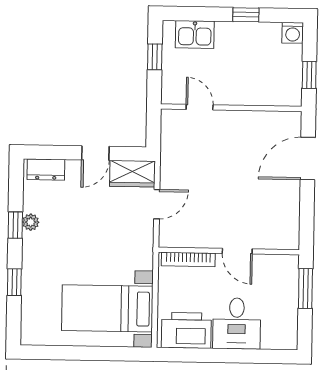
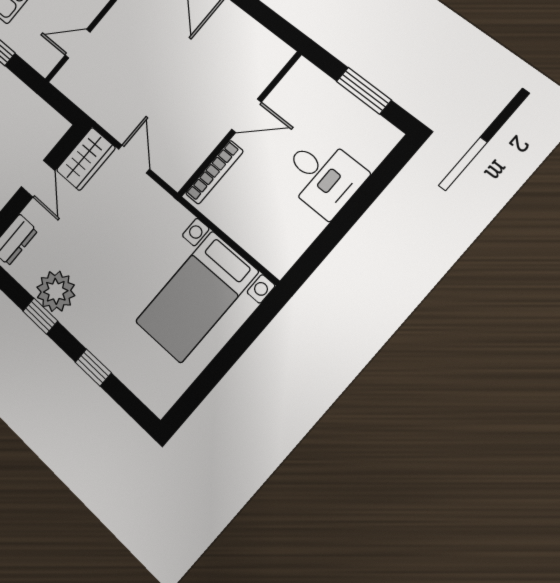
plant: (31, 222) -> (56, 291), width x1.88, depth x1.88
window: (305, 288) -> (364, 91), moved
printer: (186, 330) -> (287, 234), removed

